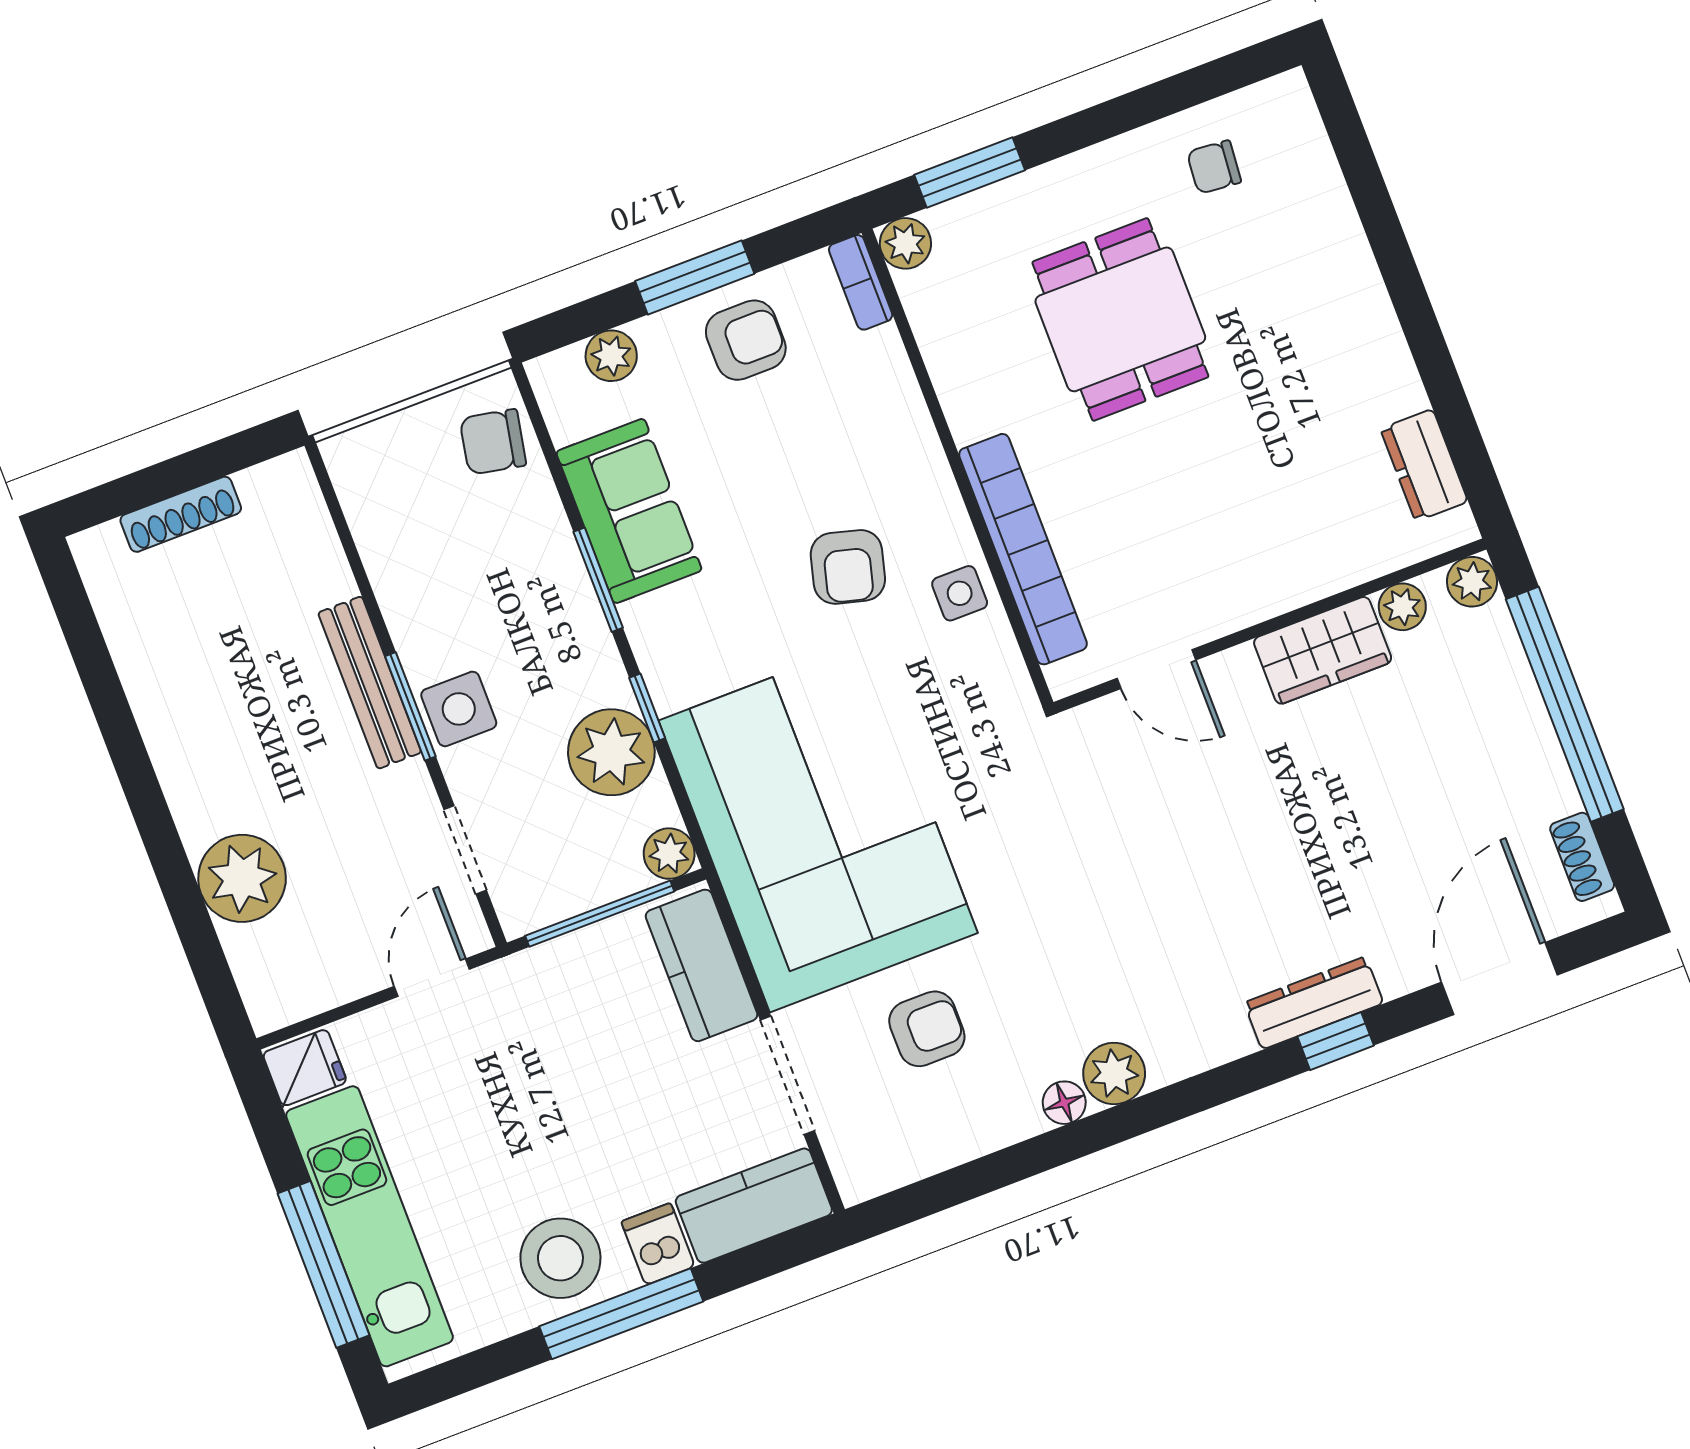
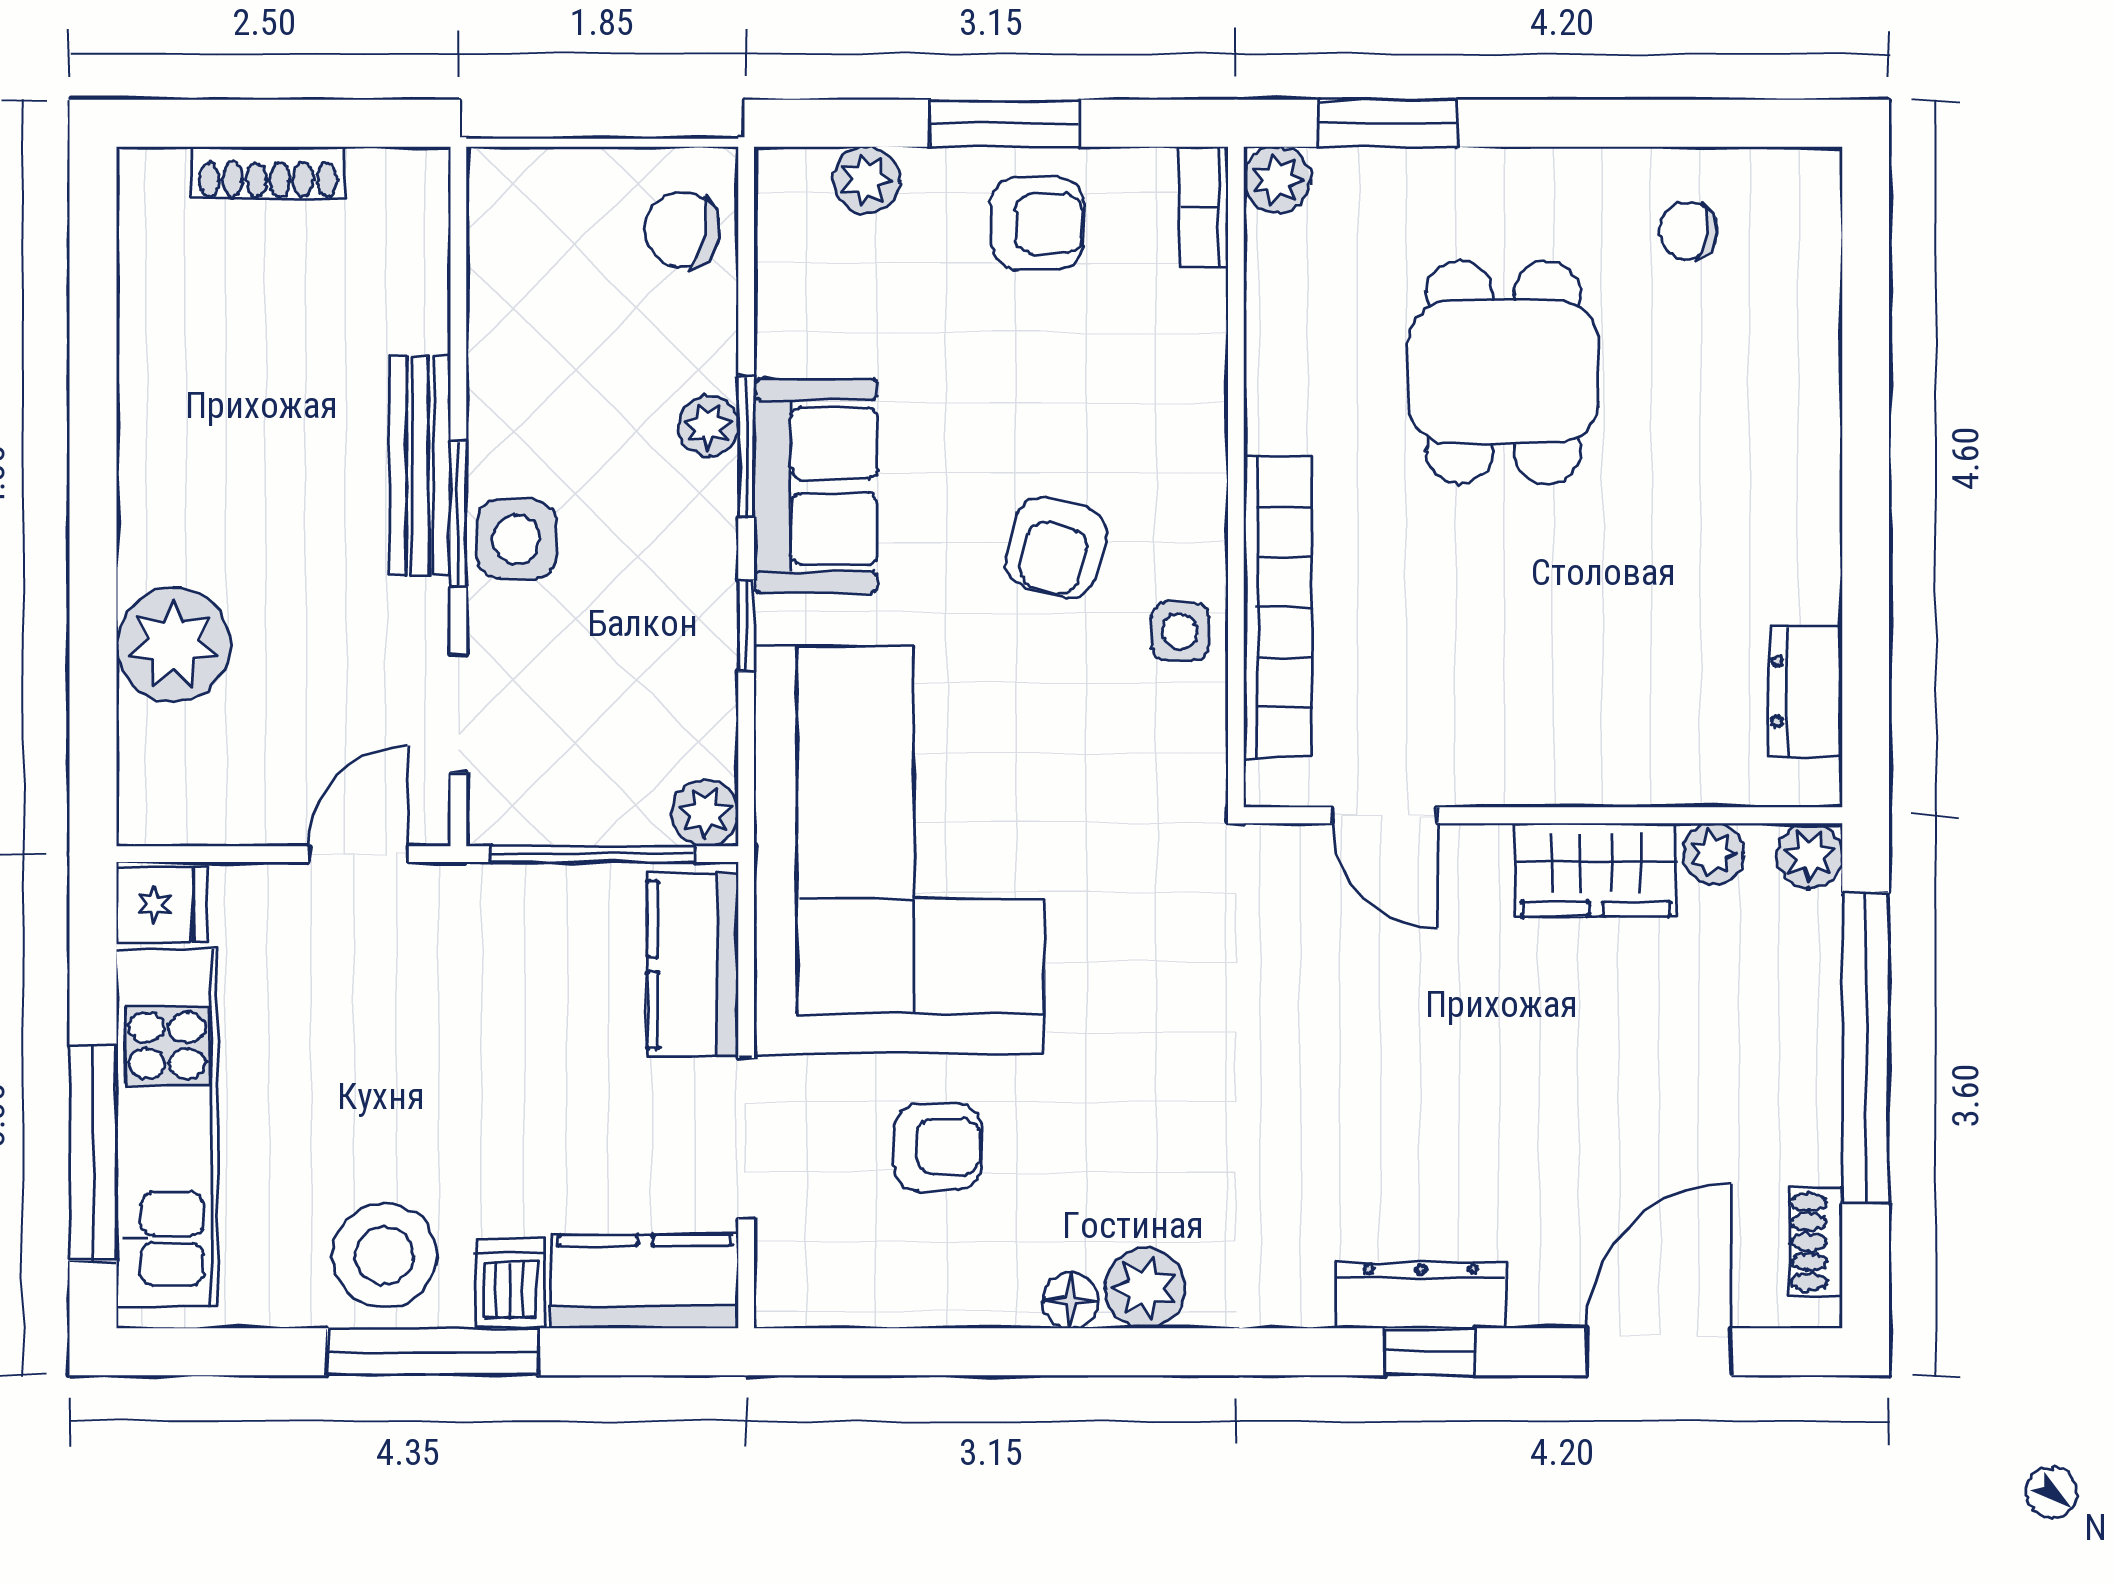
sofa: (629, 511) -> (816, 486), moved
plant: (611, 752) -> (708, 426), moved, width x0.53, depth x0.53

